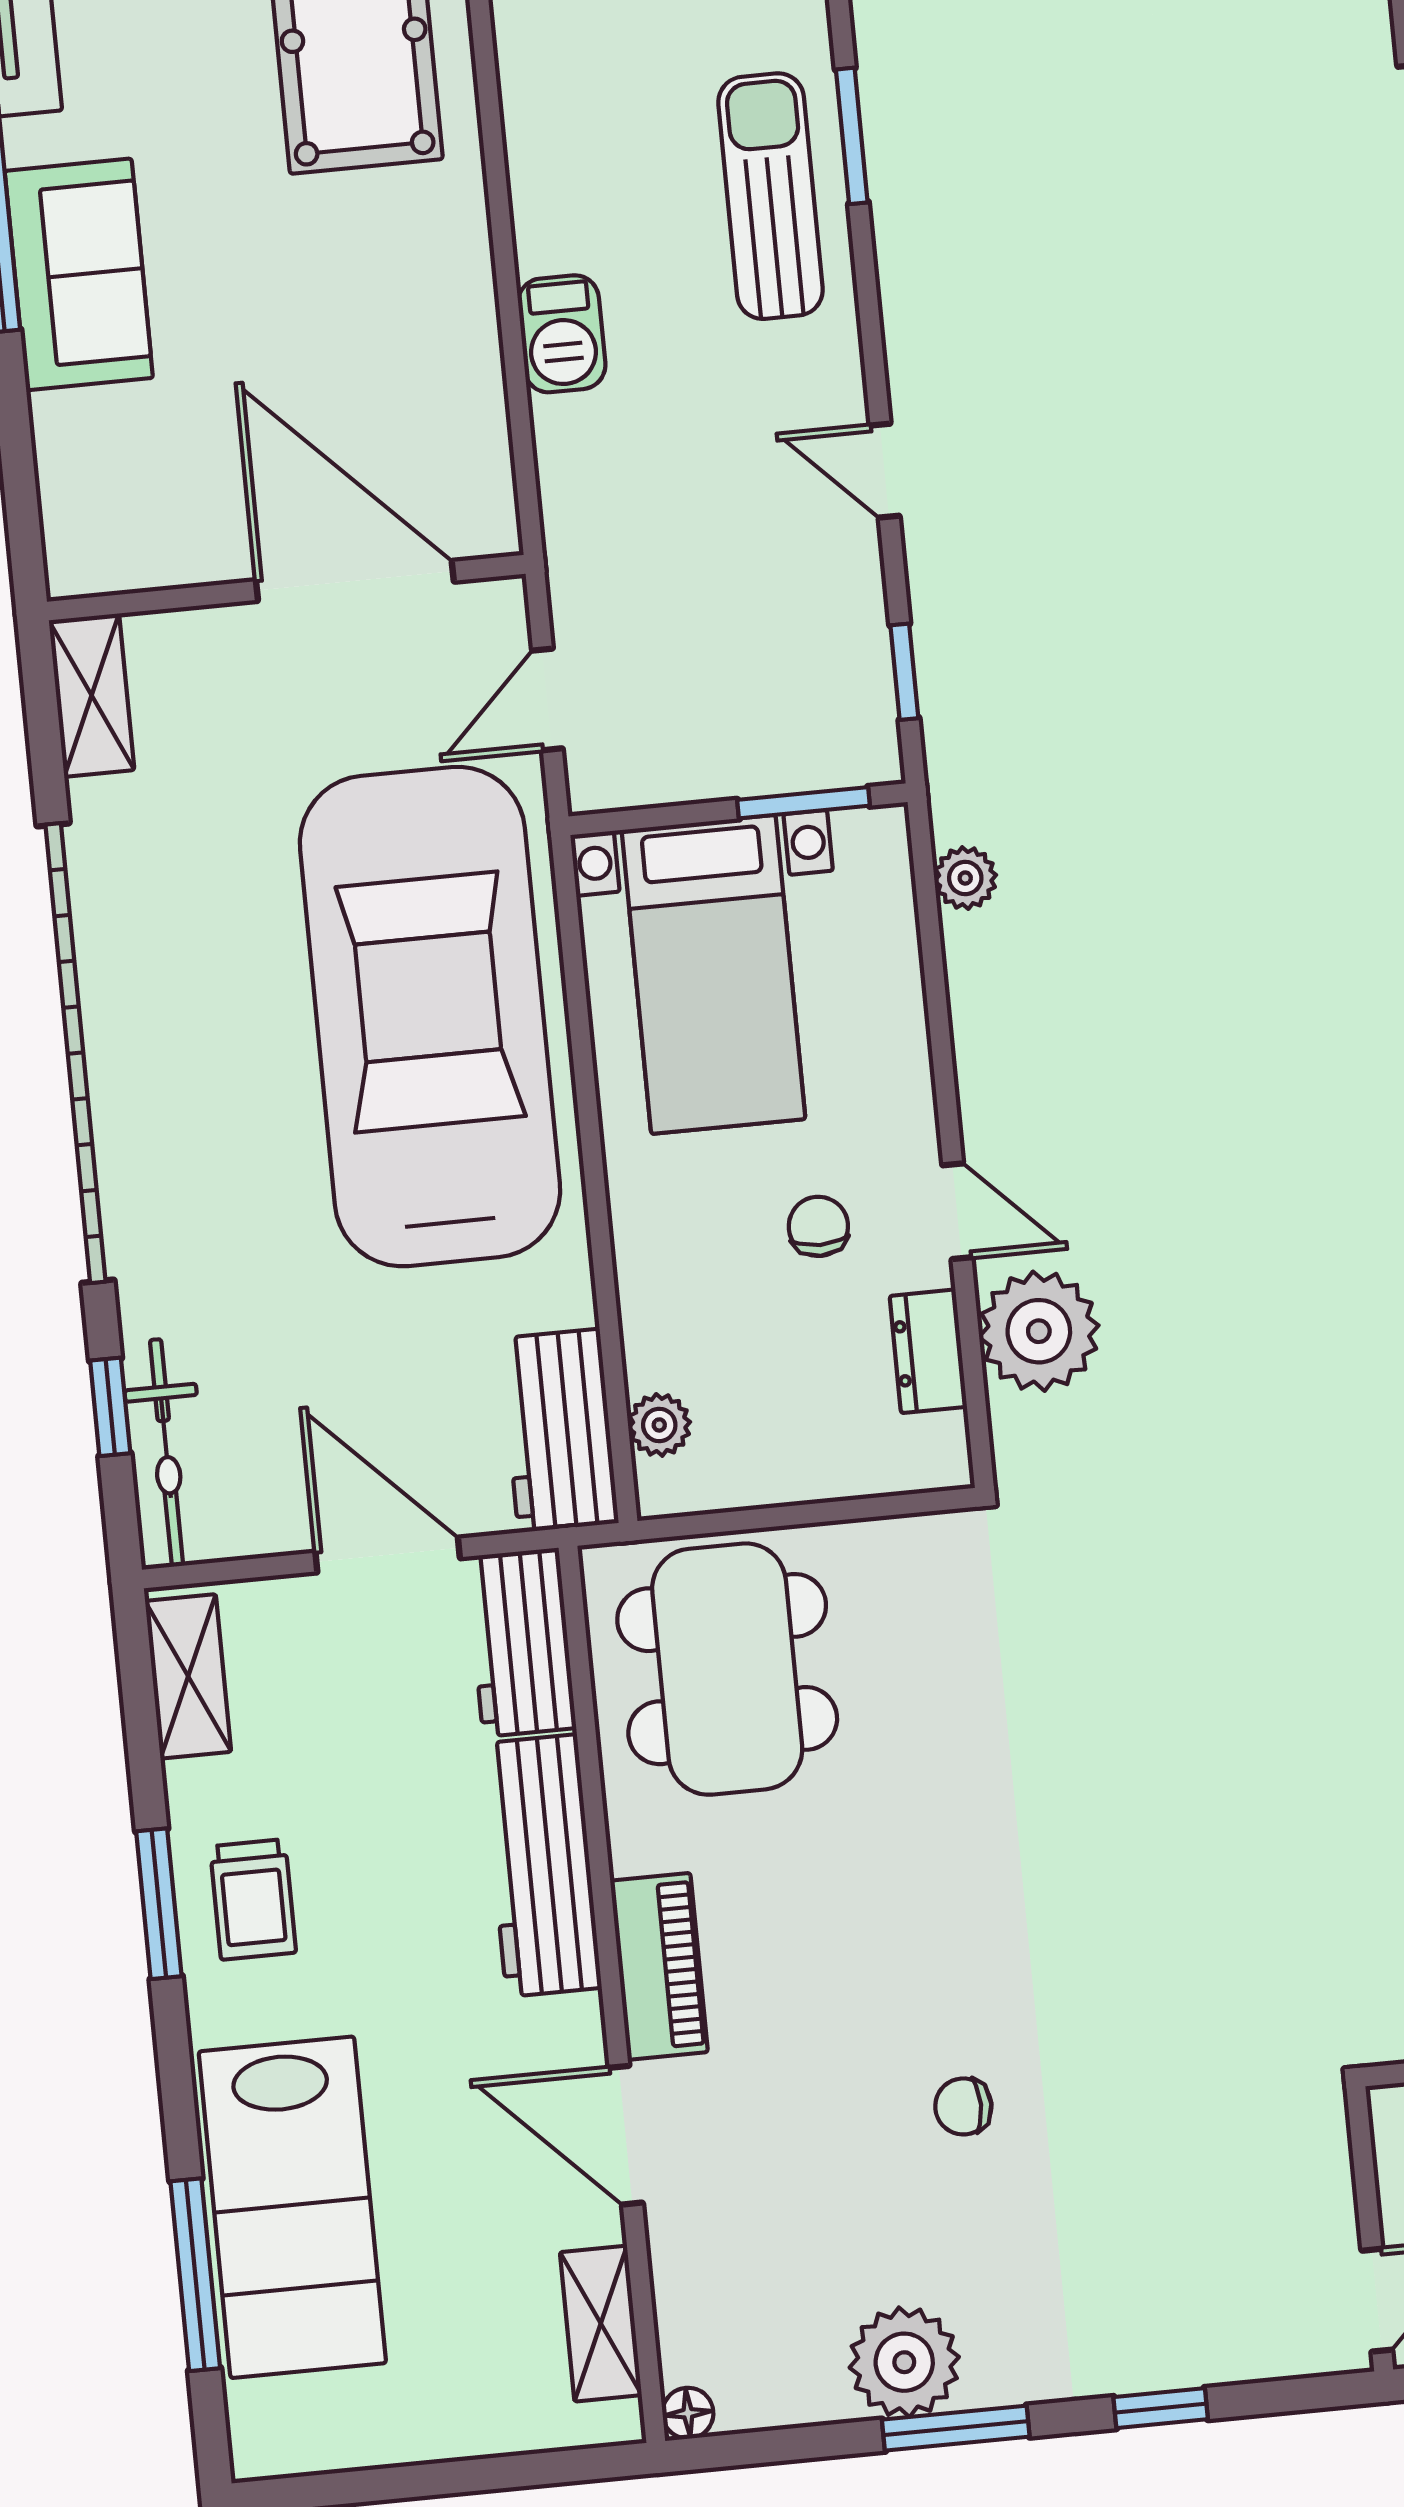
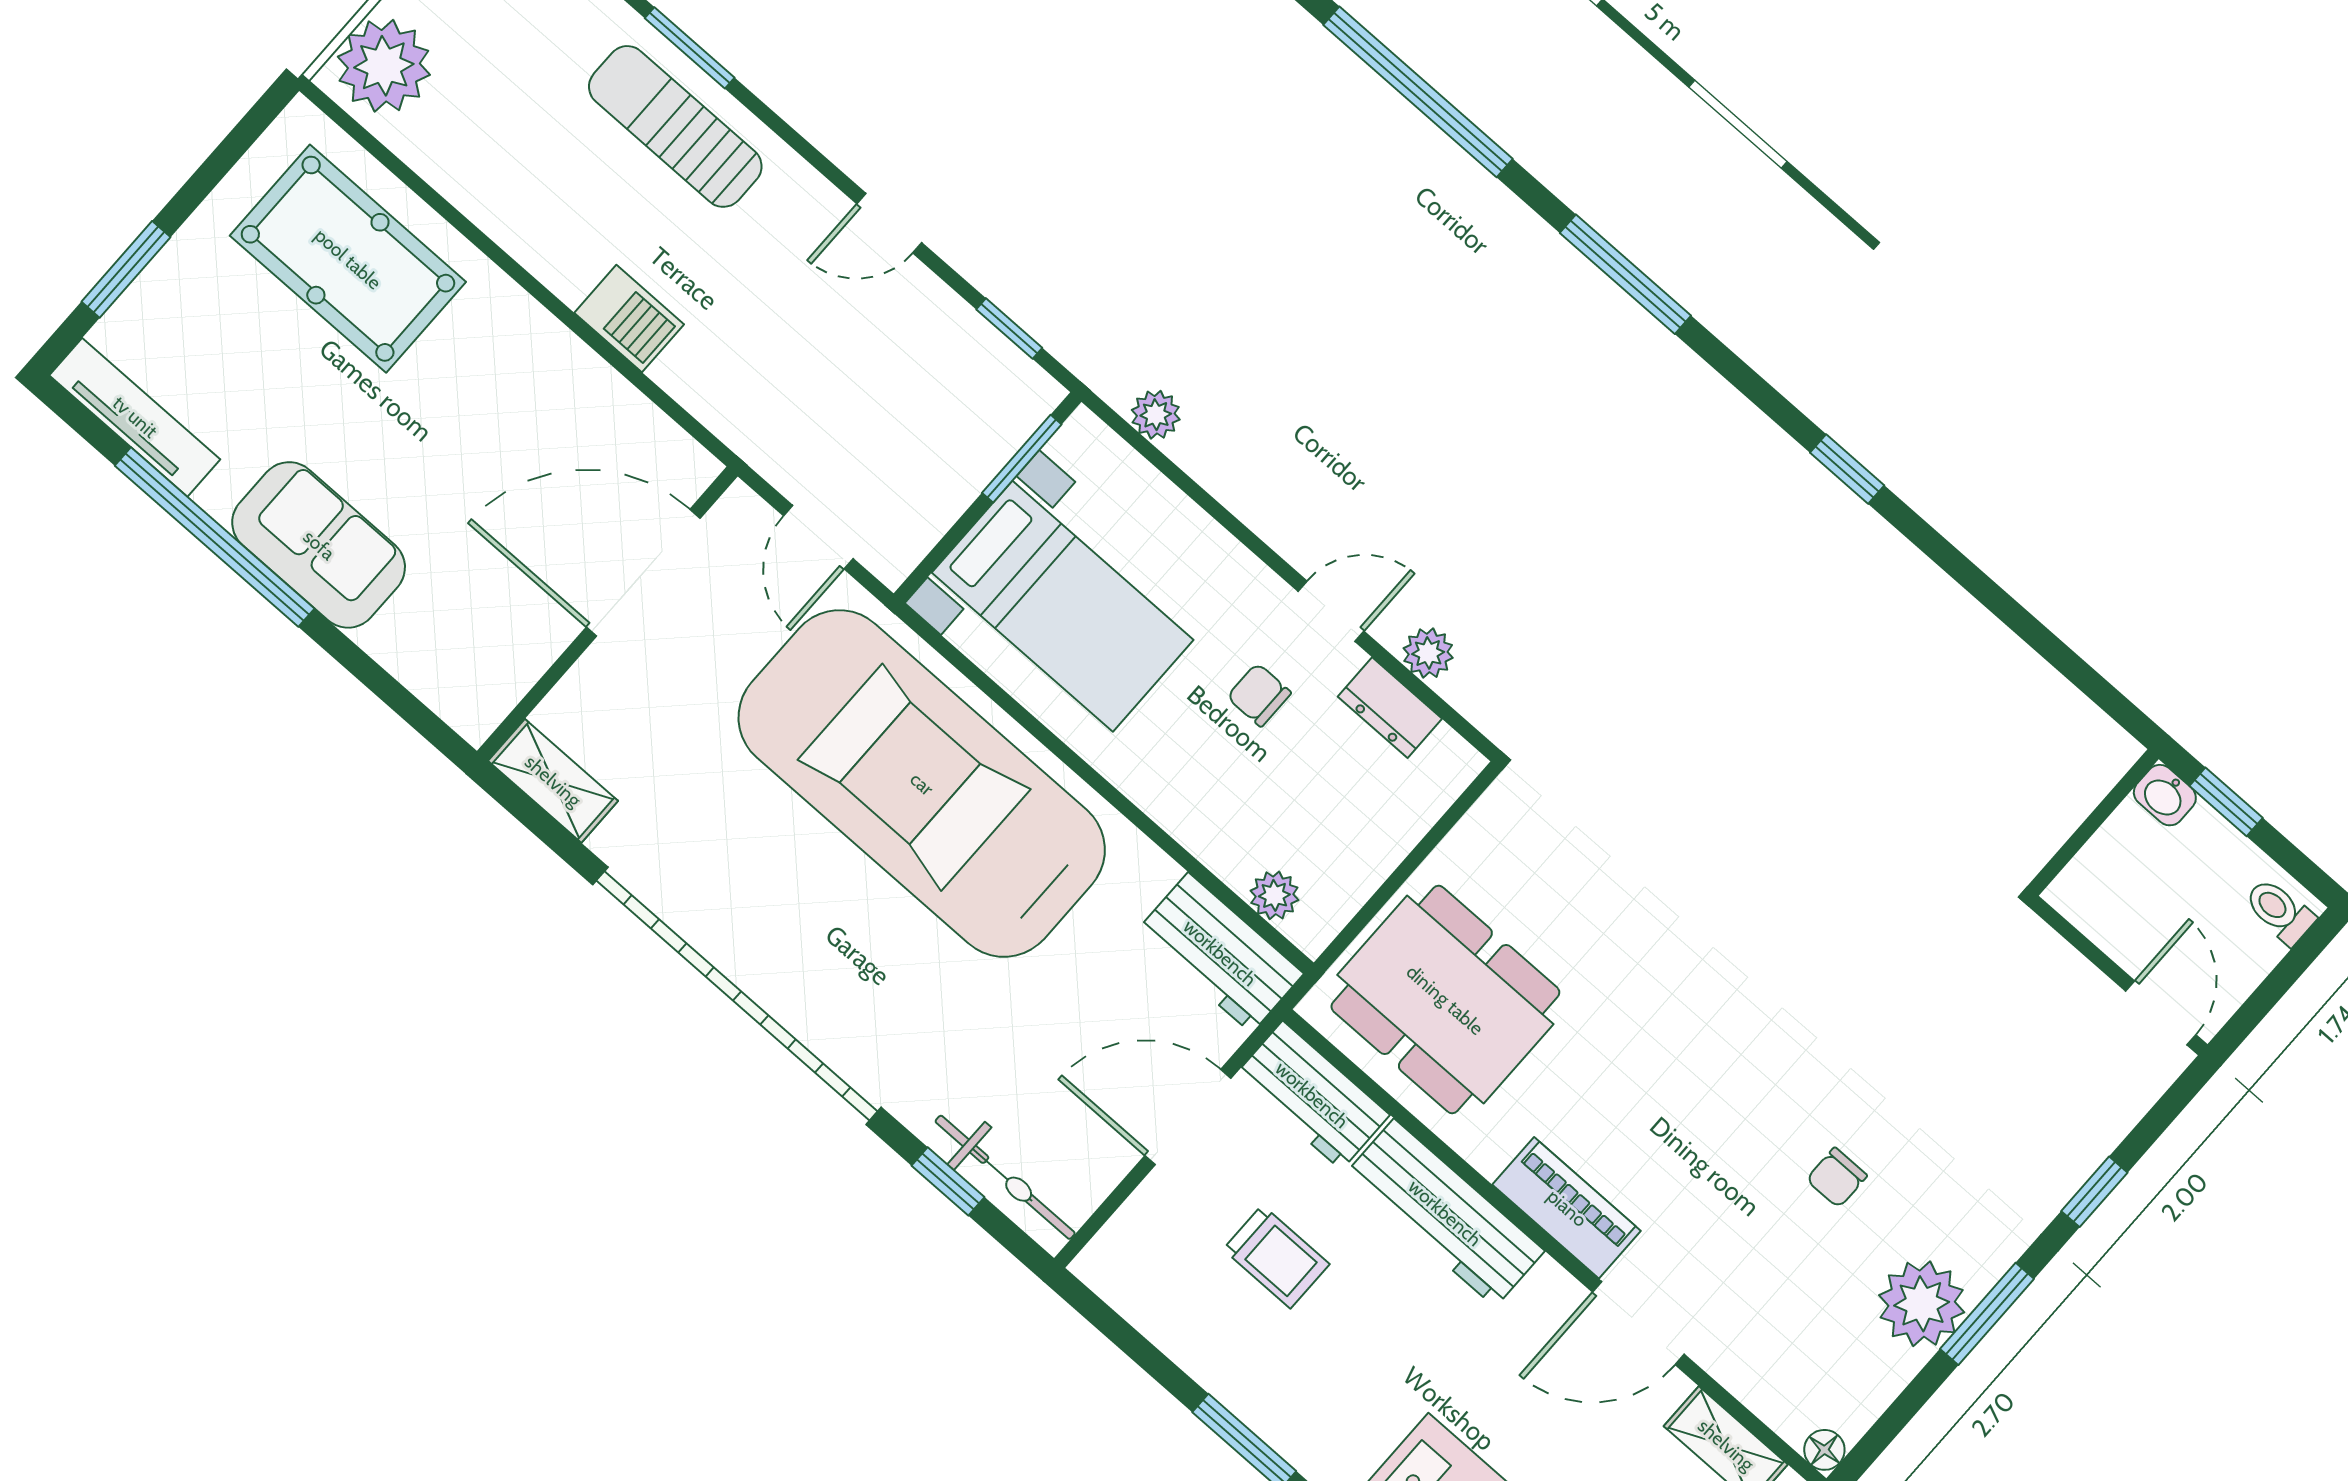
plant: (1039, 1331) -> (1428, 653), width x0.53, depth x0.53
shelving: (188, 1676) -> (1138, 1295), removed
trolley: (253, 1899) -> (1276, 1257), moved
chair: (963, 2106) -> (1837, 1178), moved

